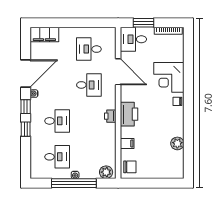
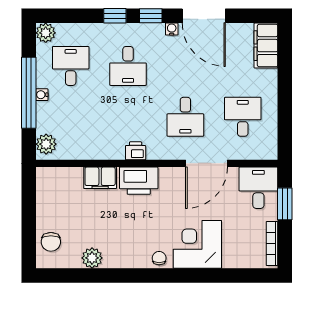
filing cabinet: (127, 144) -> (100, 178), width x2.00
desk: (57, 157) -> (71, 66), turned 180
chair: (130, 167) -> (51, 242), moved
plant: (36, 172) -> (46, 33), added

